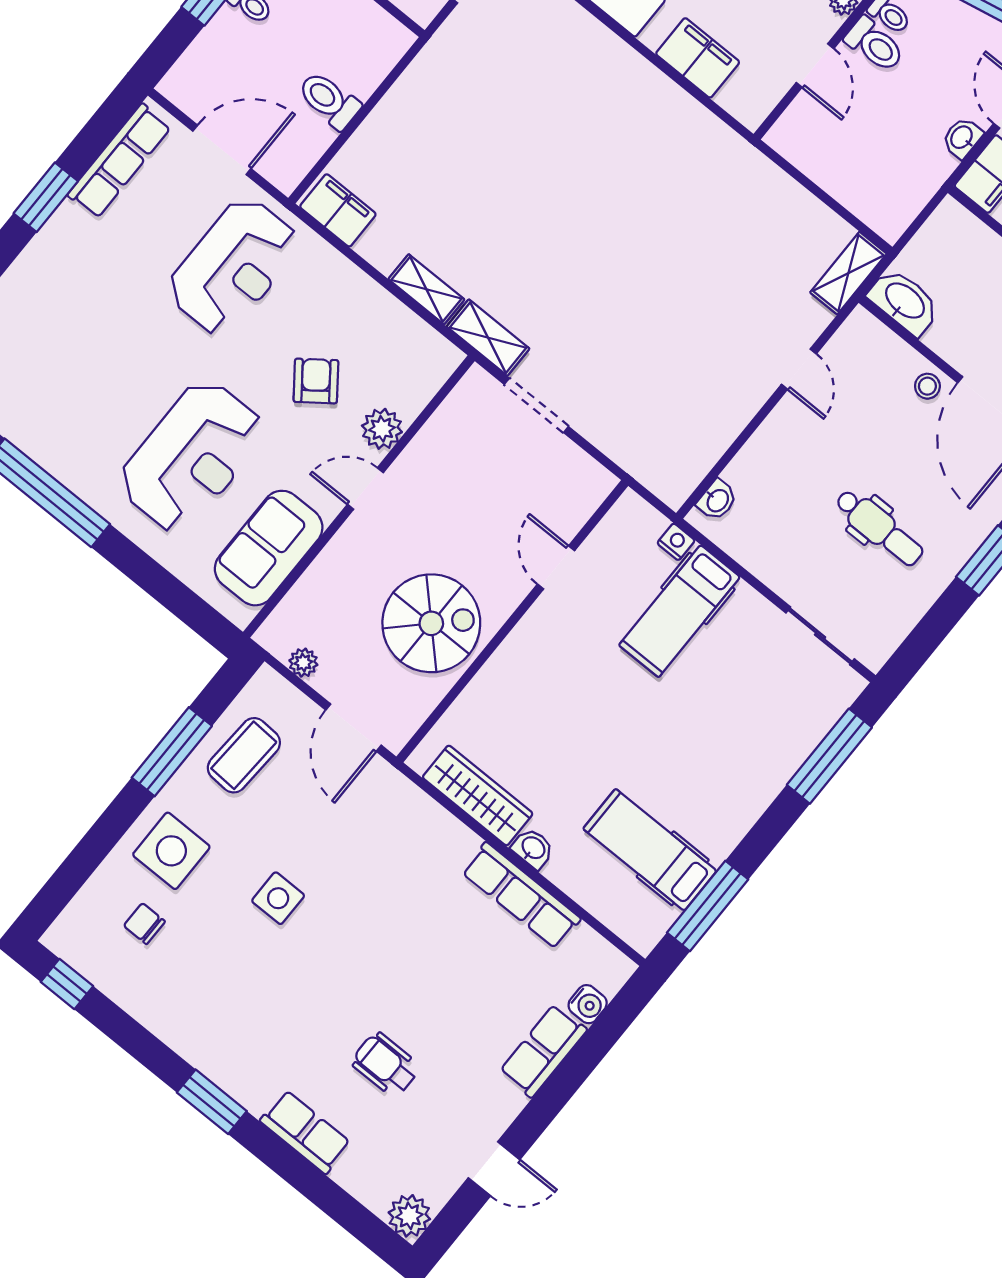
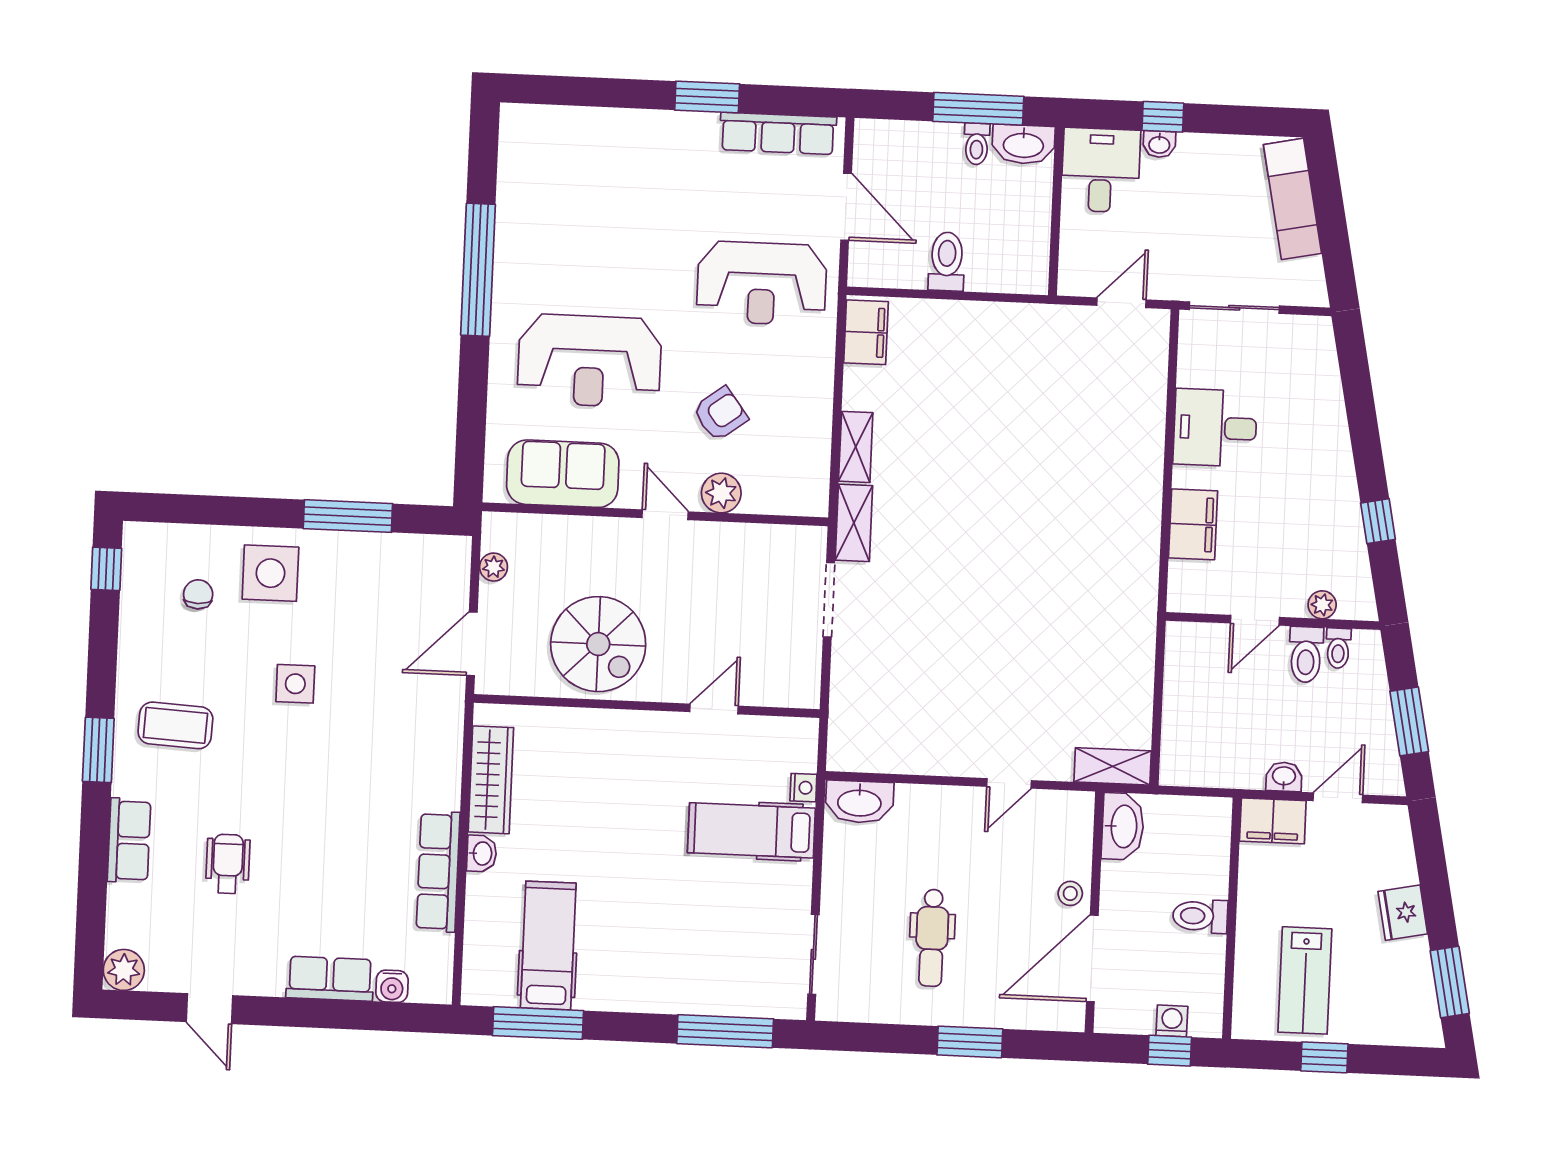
washbasin: (717, 500) -> (859, 802), width x1.91, depth x1.45
coffee table: (244, 755) -> (175, 725), moved

